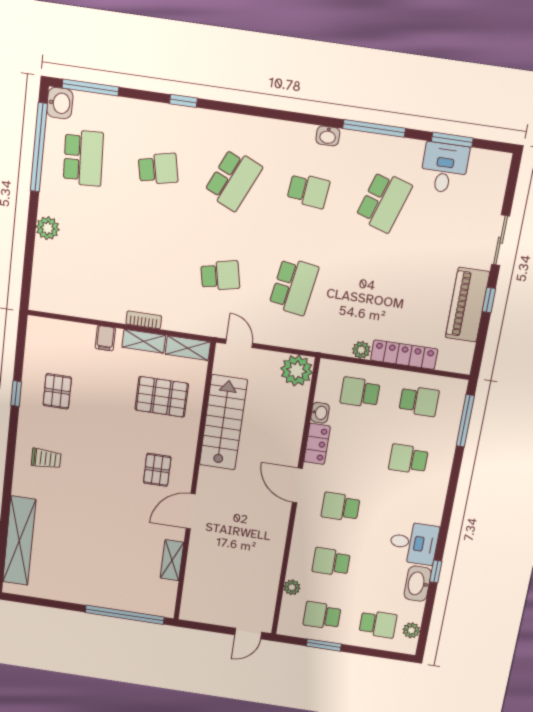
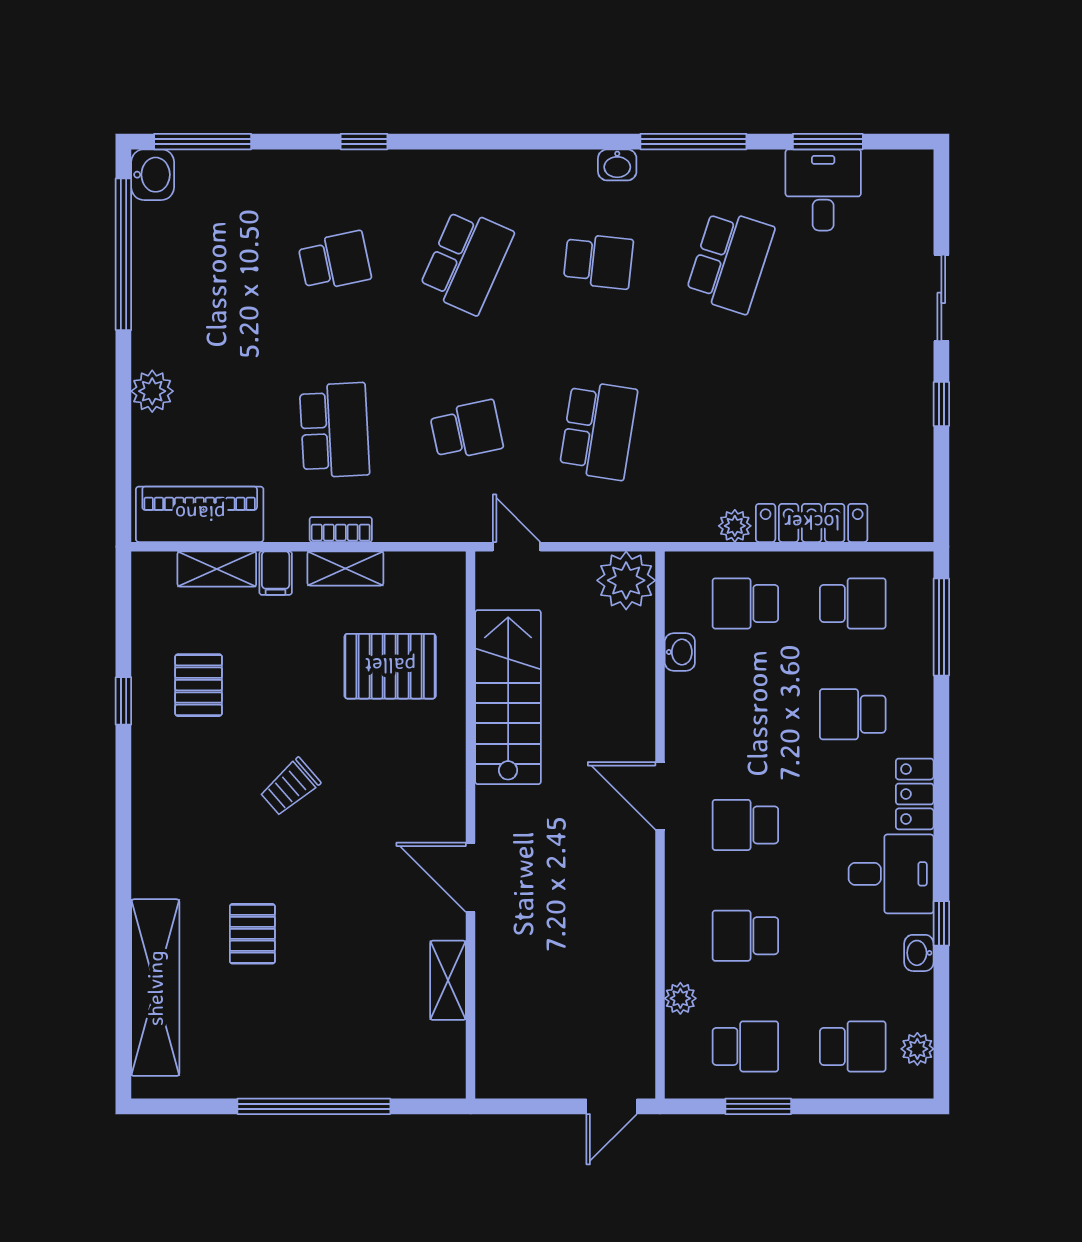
school desk: (83, 158) -> (335, 430), moved
piano: (467, 305) -> (200, 514), moved, turned 90
shelving: (188, 348) -> (217, 569), moved
locker: (317, 444) -> (915, 794), moved, turned 180
trolley: (46, 459) -> (290, 787), moved, turned 139
pallet: (157, 470) -> (252, 934), moved
door: (191, 511) -> (471, 877), hinge flipped
washbasin: (418, 584) -> (919, 953), width x0.52, depth x0.69
window: (125, 615) -> (314, 1106), moved
school desk: (322, 616) -> (745, 1046), turned 180

